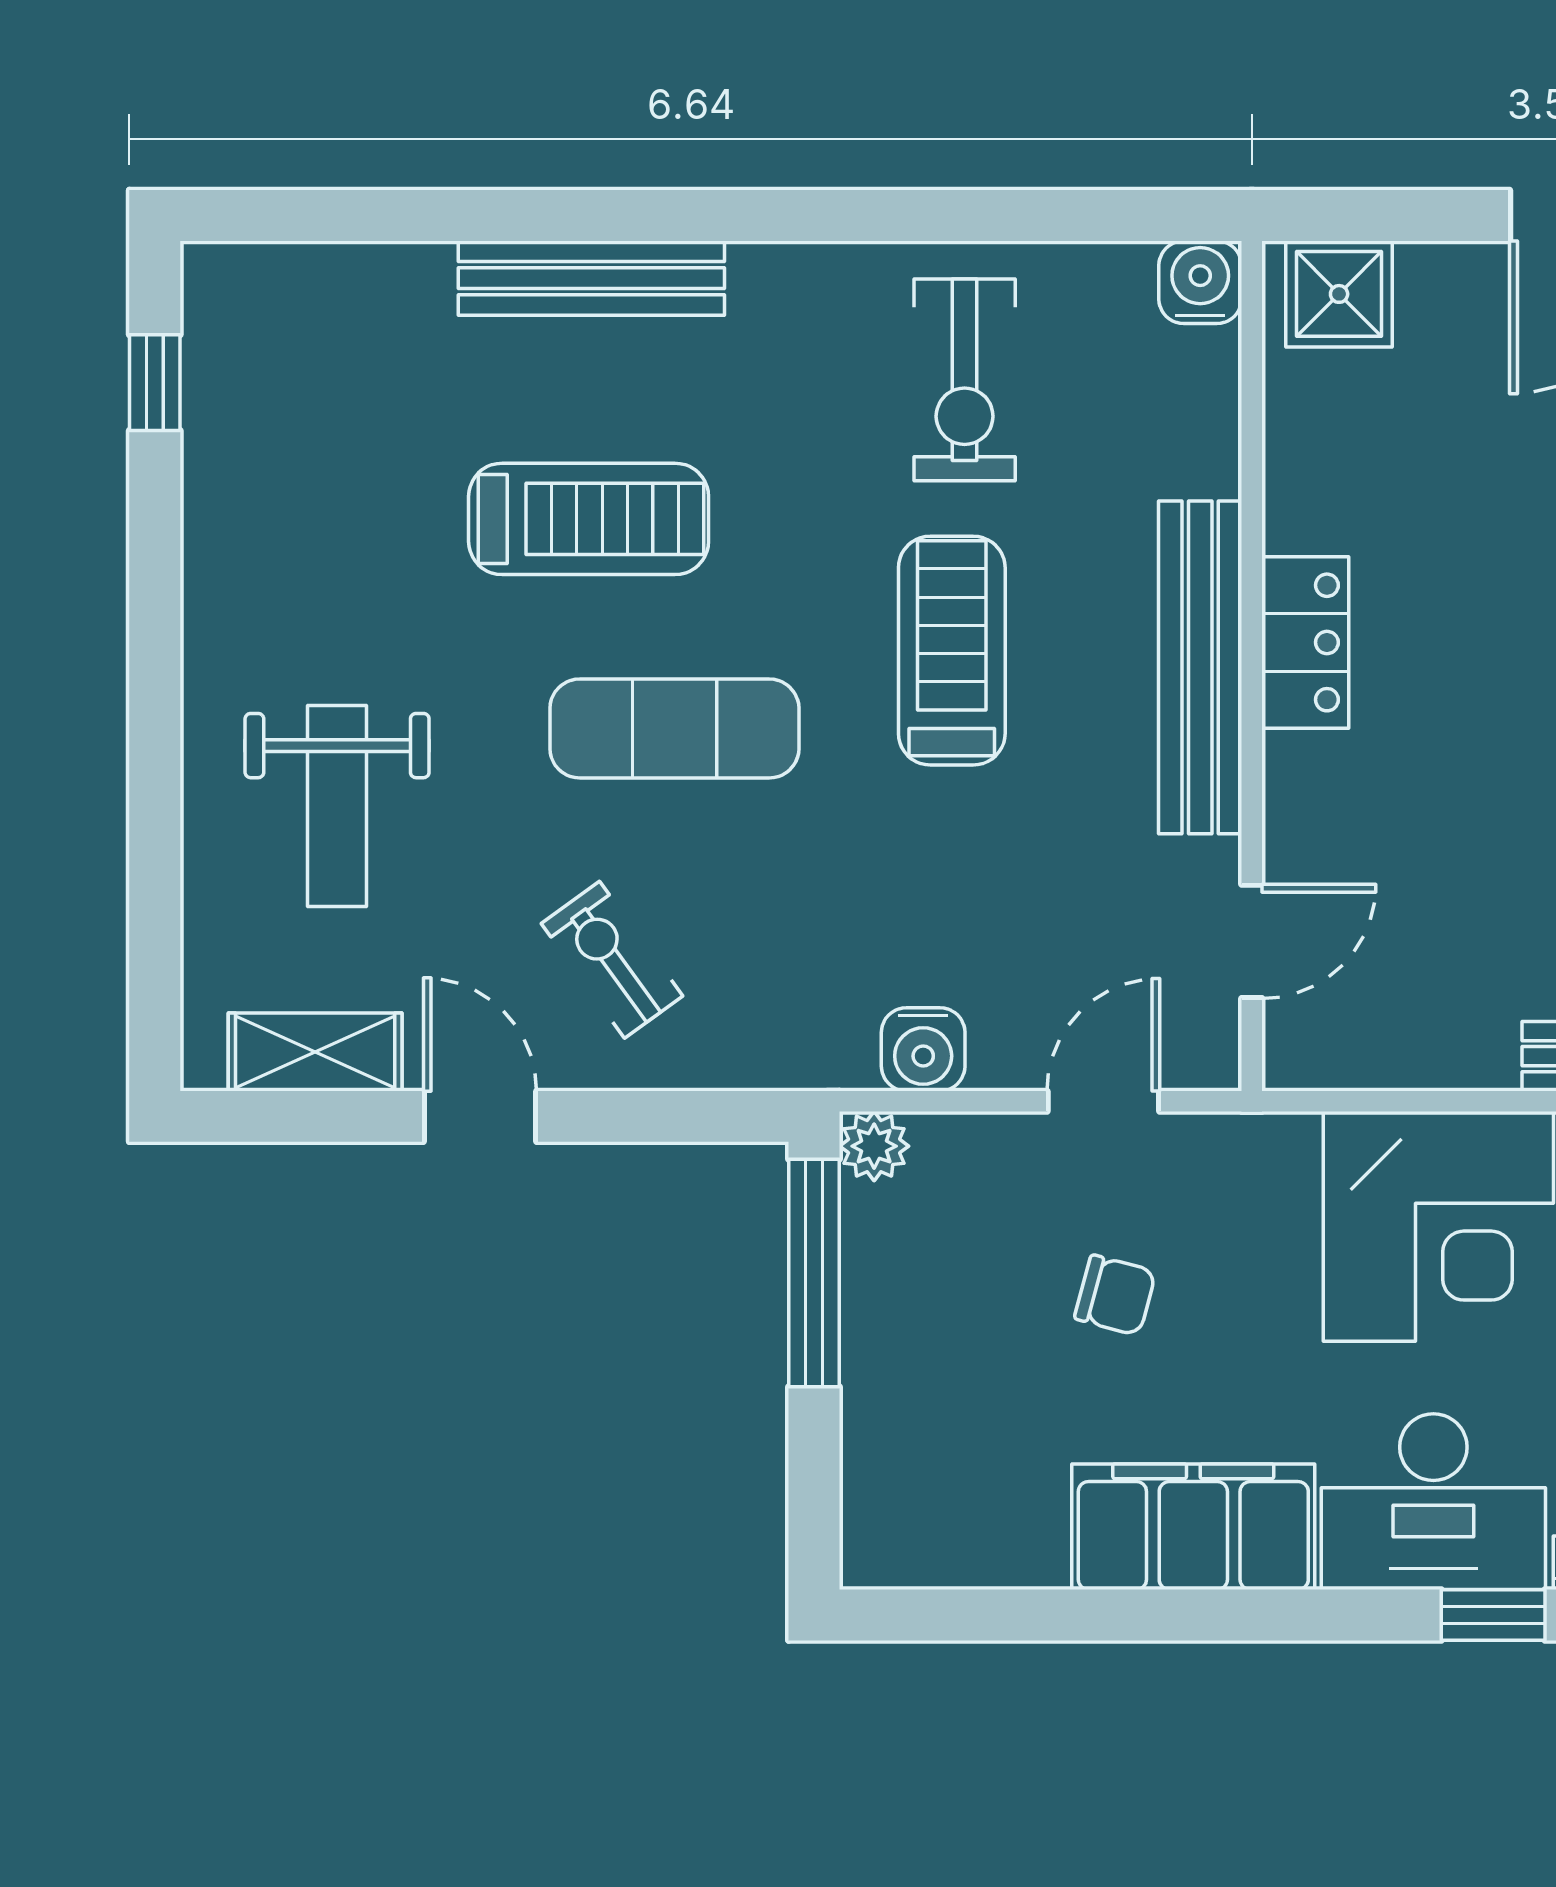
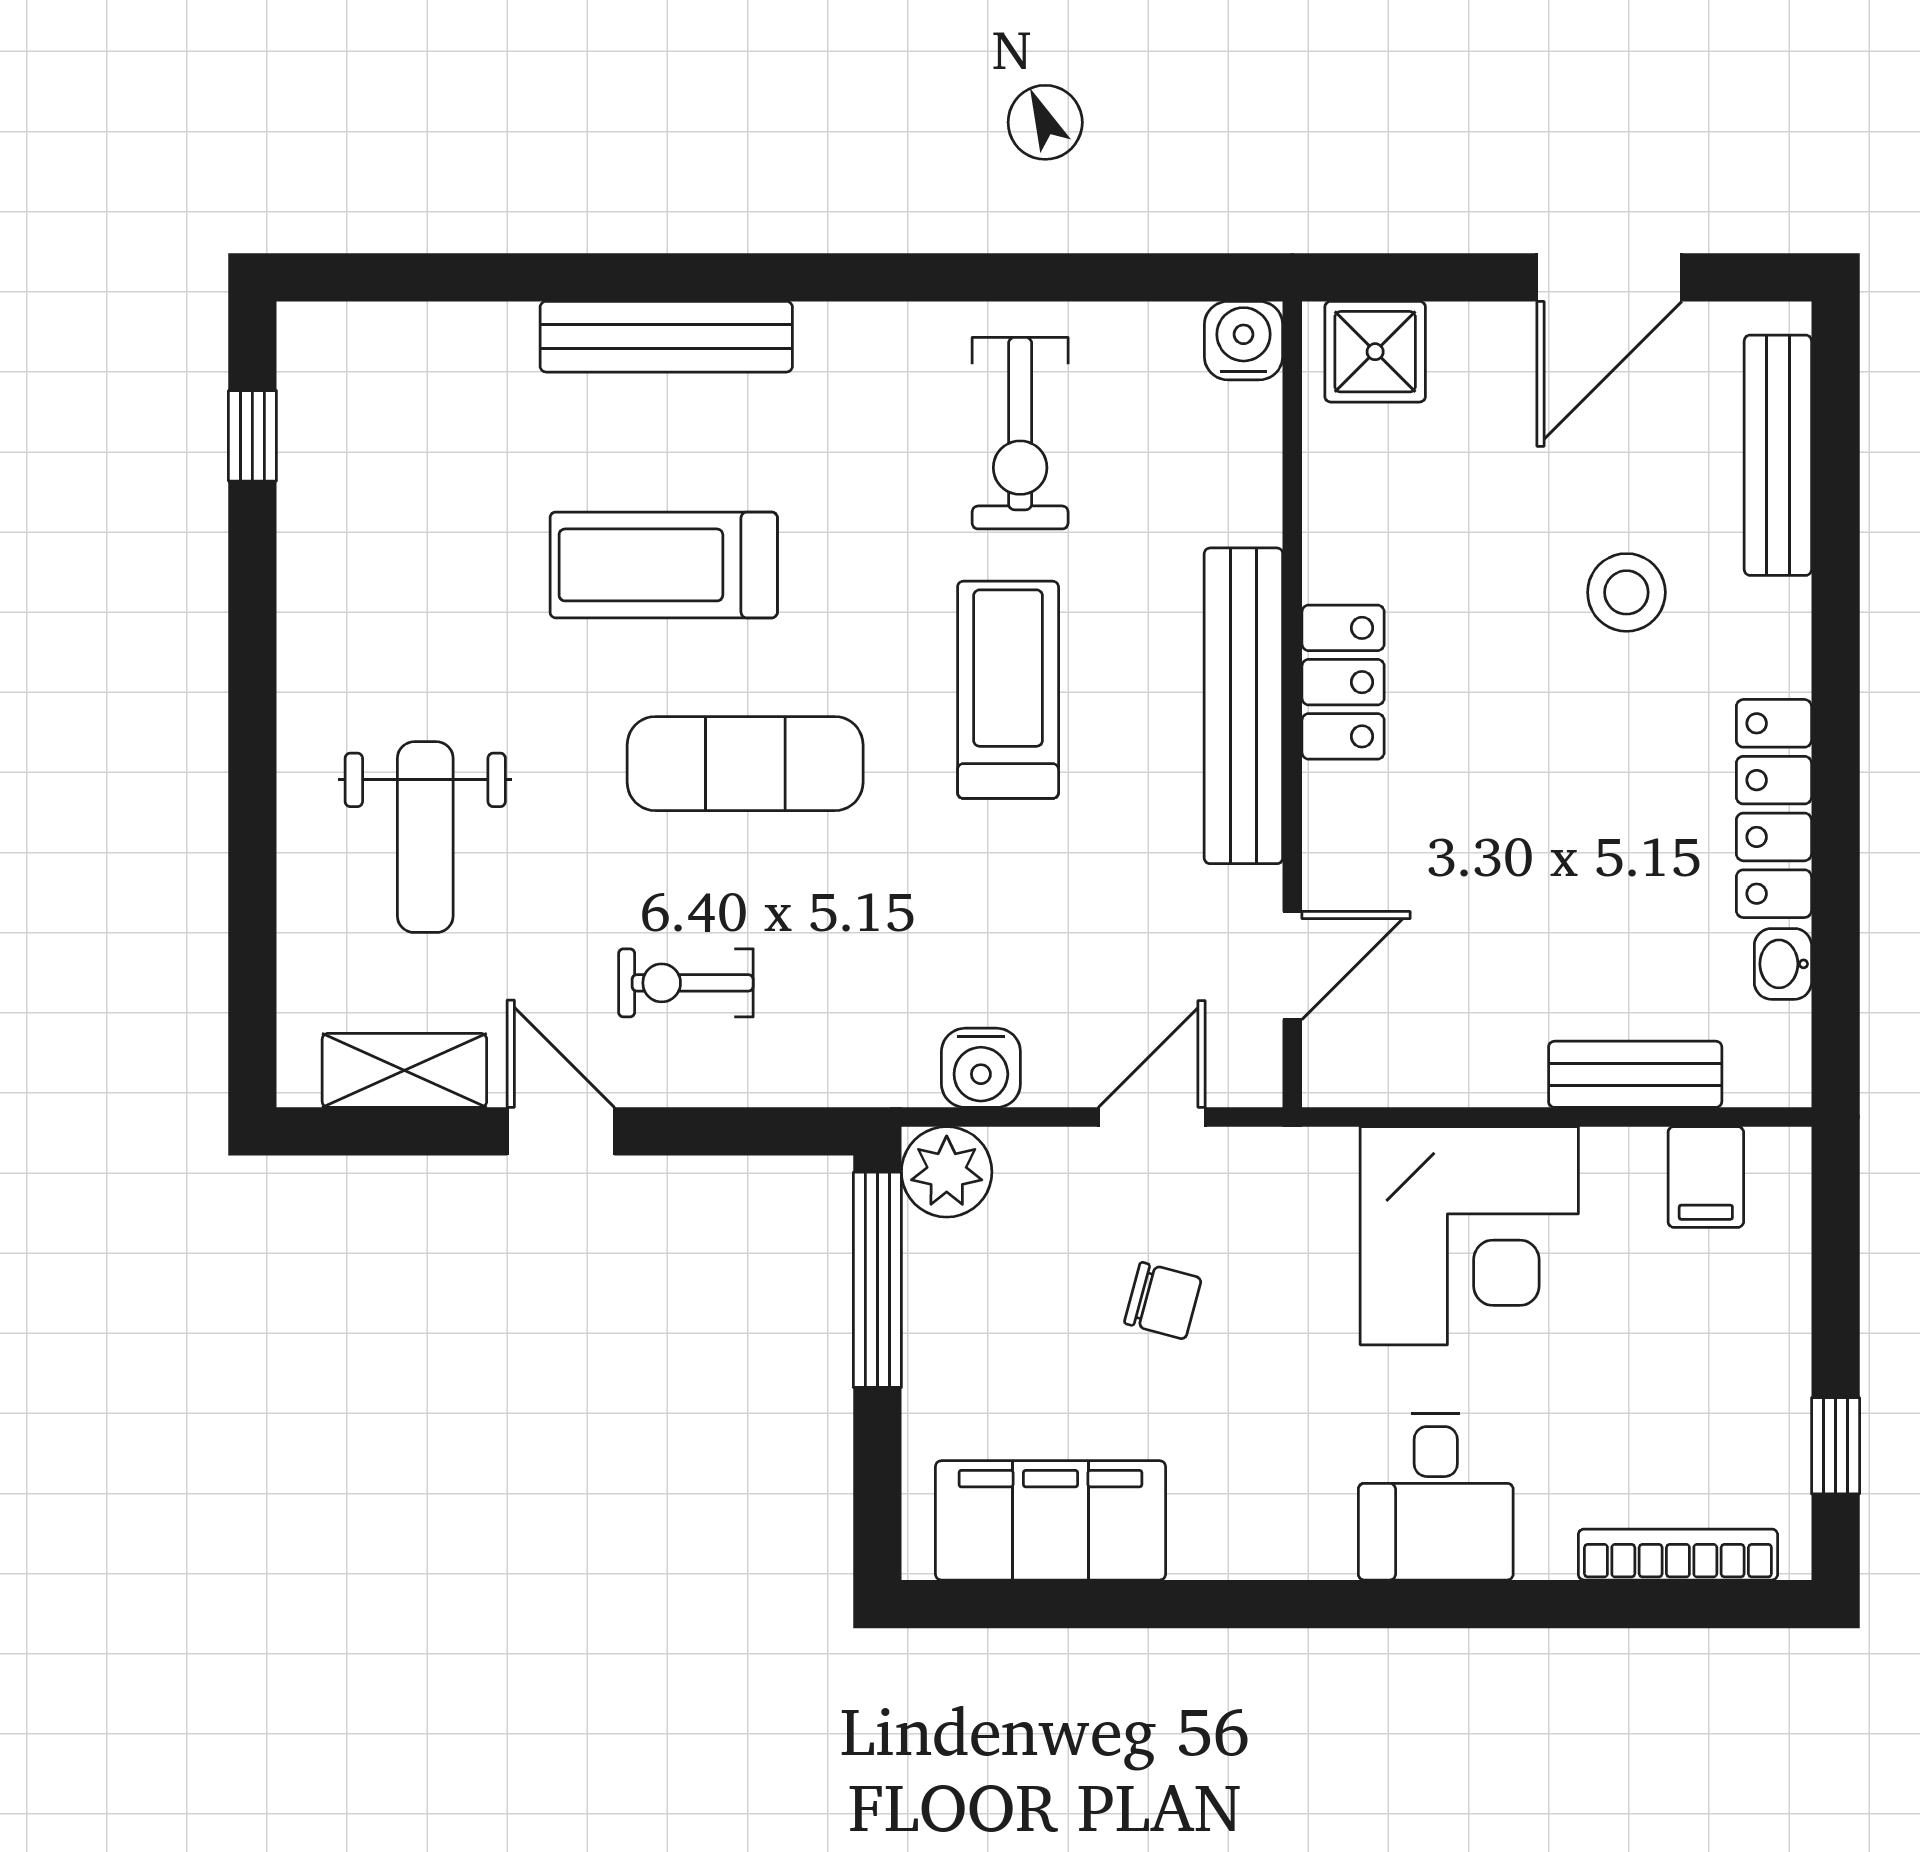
treadmill: (589, 519) -> (664, 565), turned 180
exercise bike: (612, 960) -> (686, 983), turned -54
plant: (874, 1146) -> (947, 1172), width x1.38, depth x1.38
desk: (1433, 1502) -> (1436, 1497), width x0.73
filing cabinet: (1193, 1527) -> (1050, 1520), moved
window: (1493, 1615) -> (1521, 1604), removed

